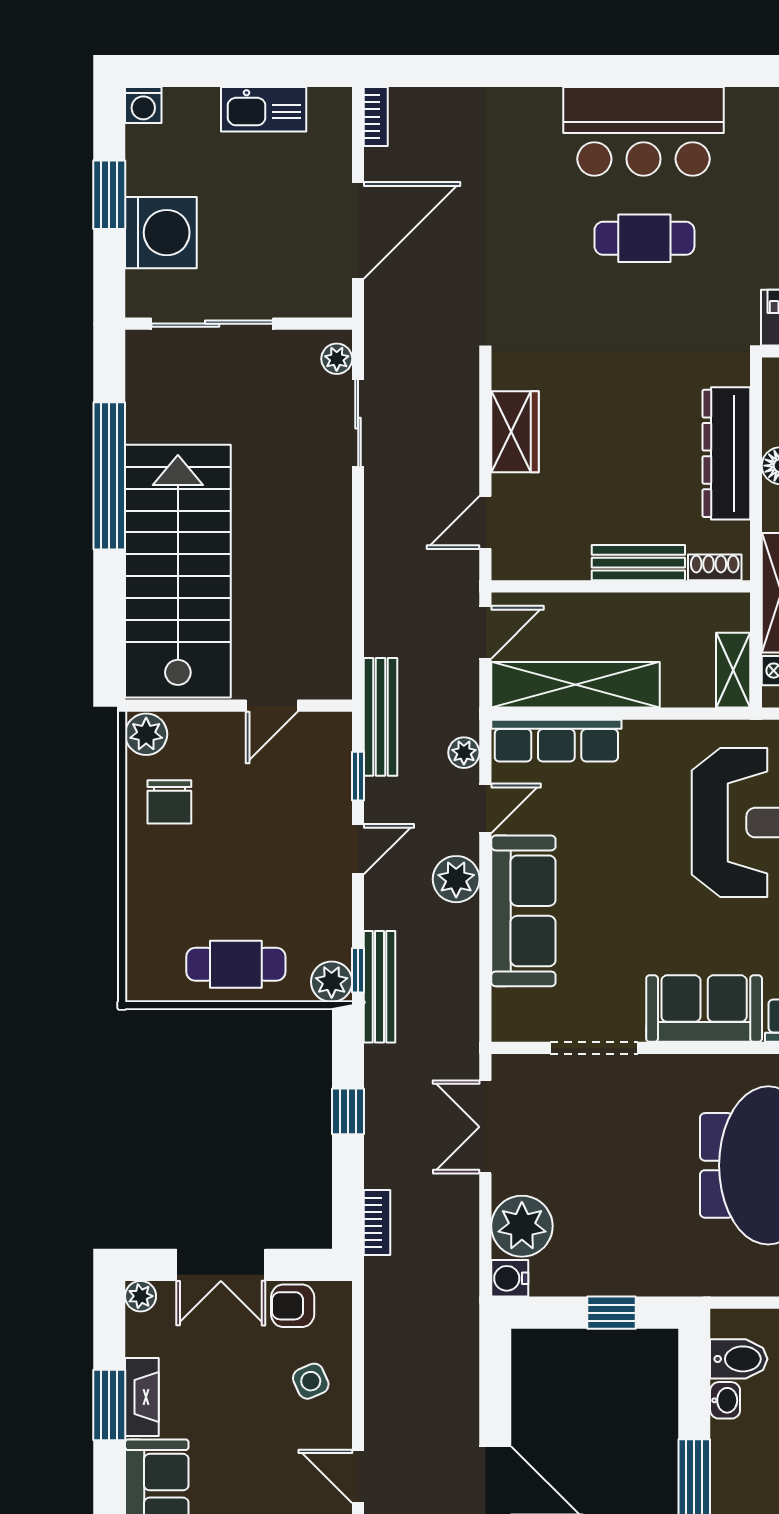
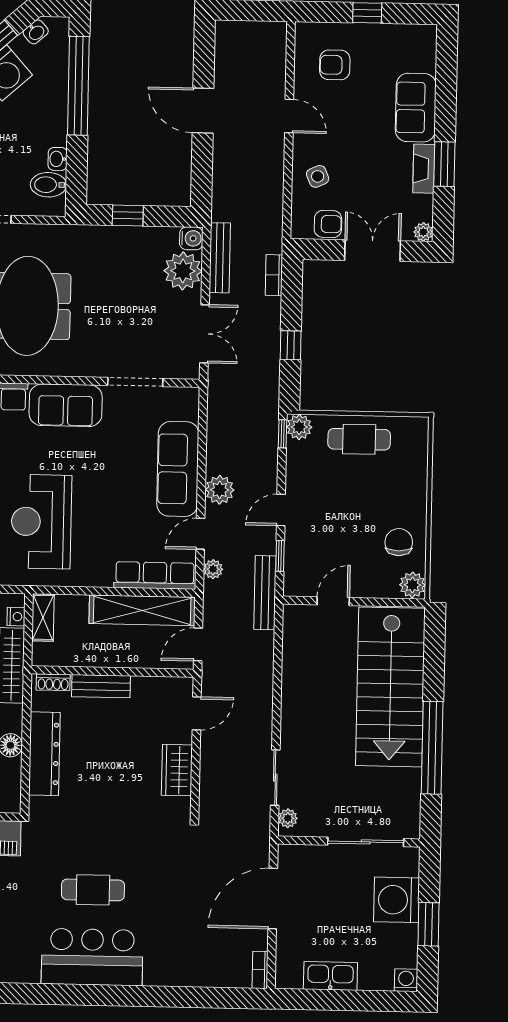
bench: (380, 987) -> (220, 258), moved

